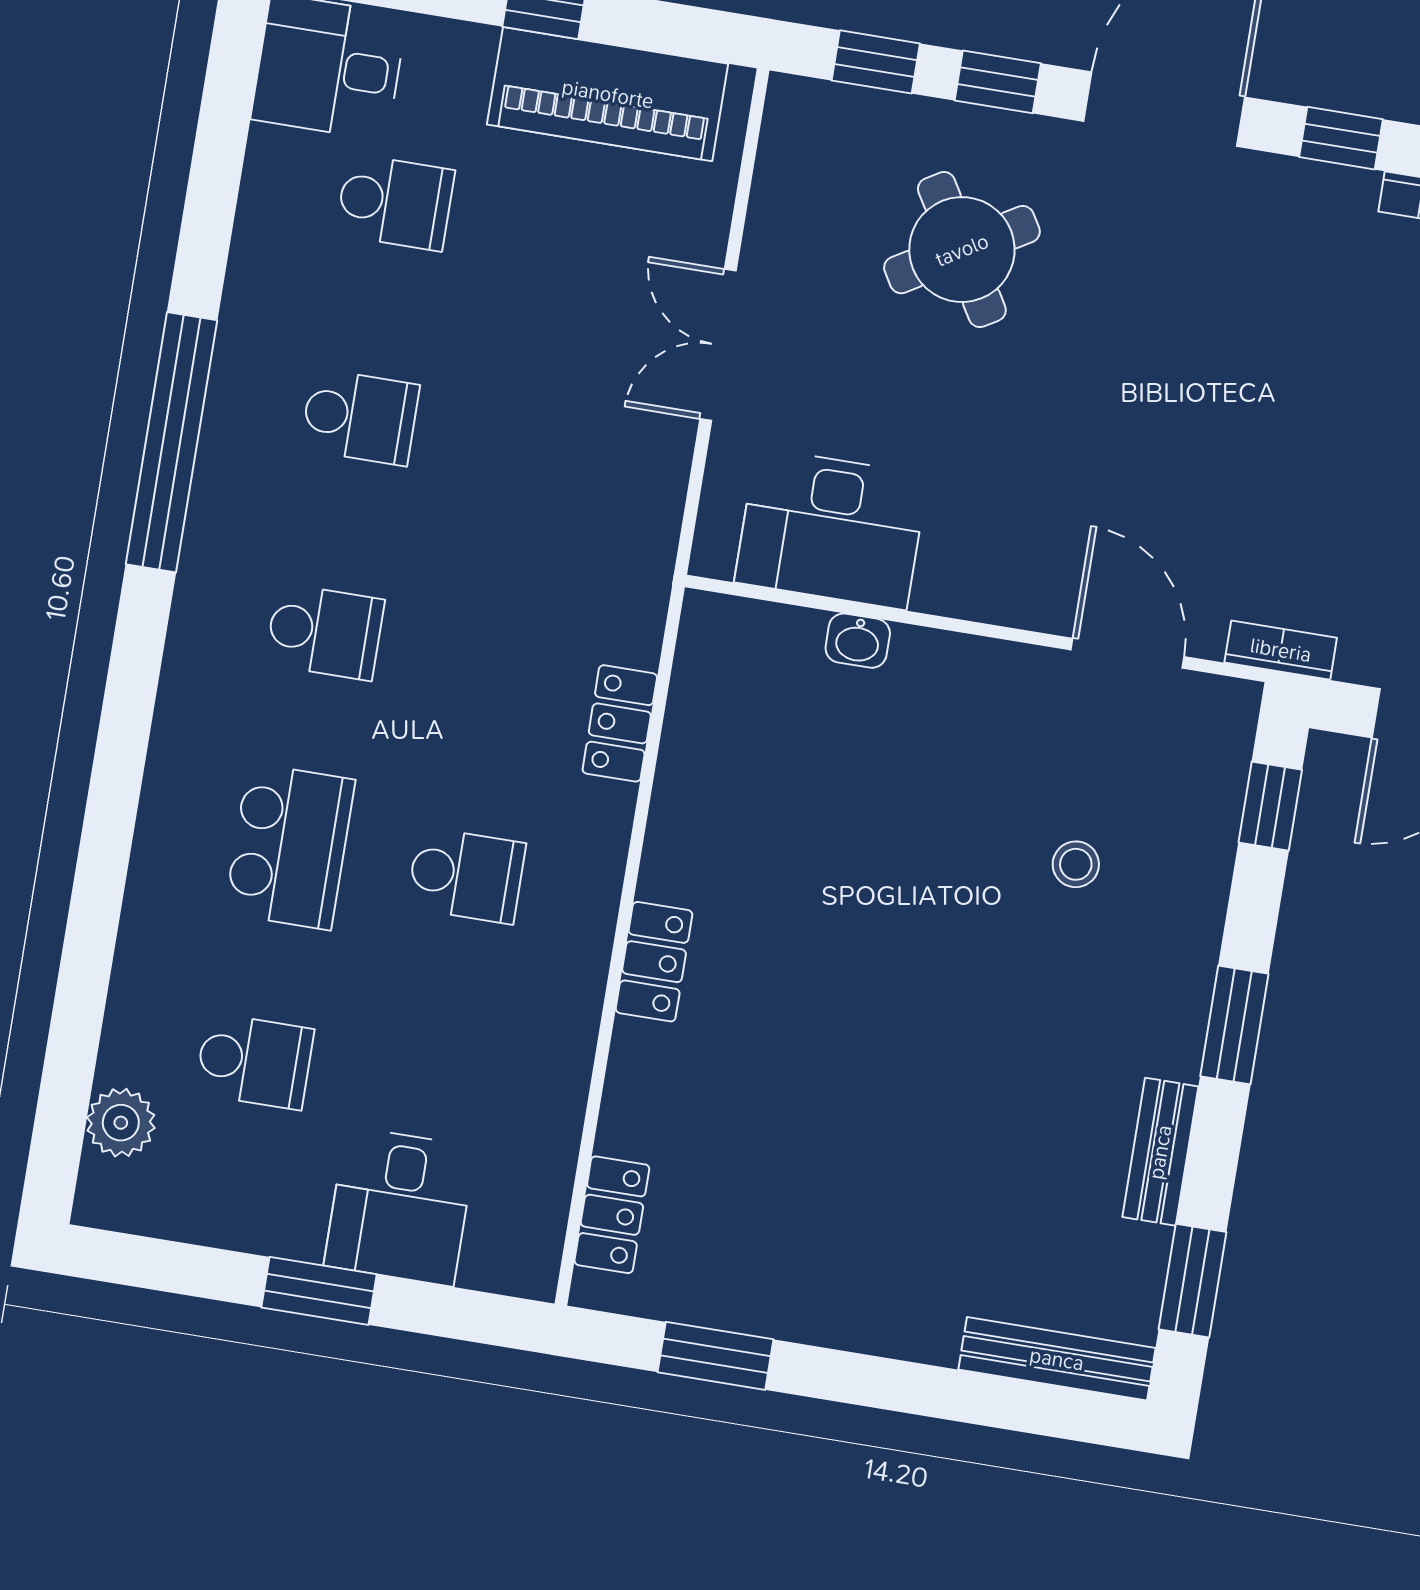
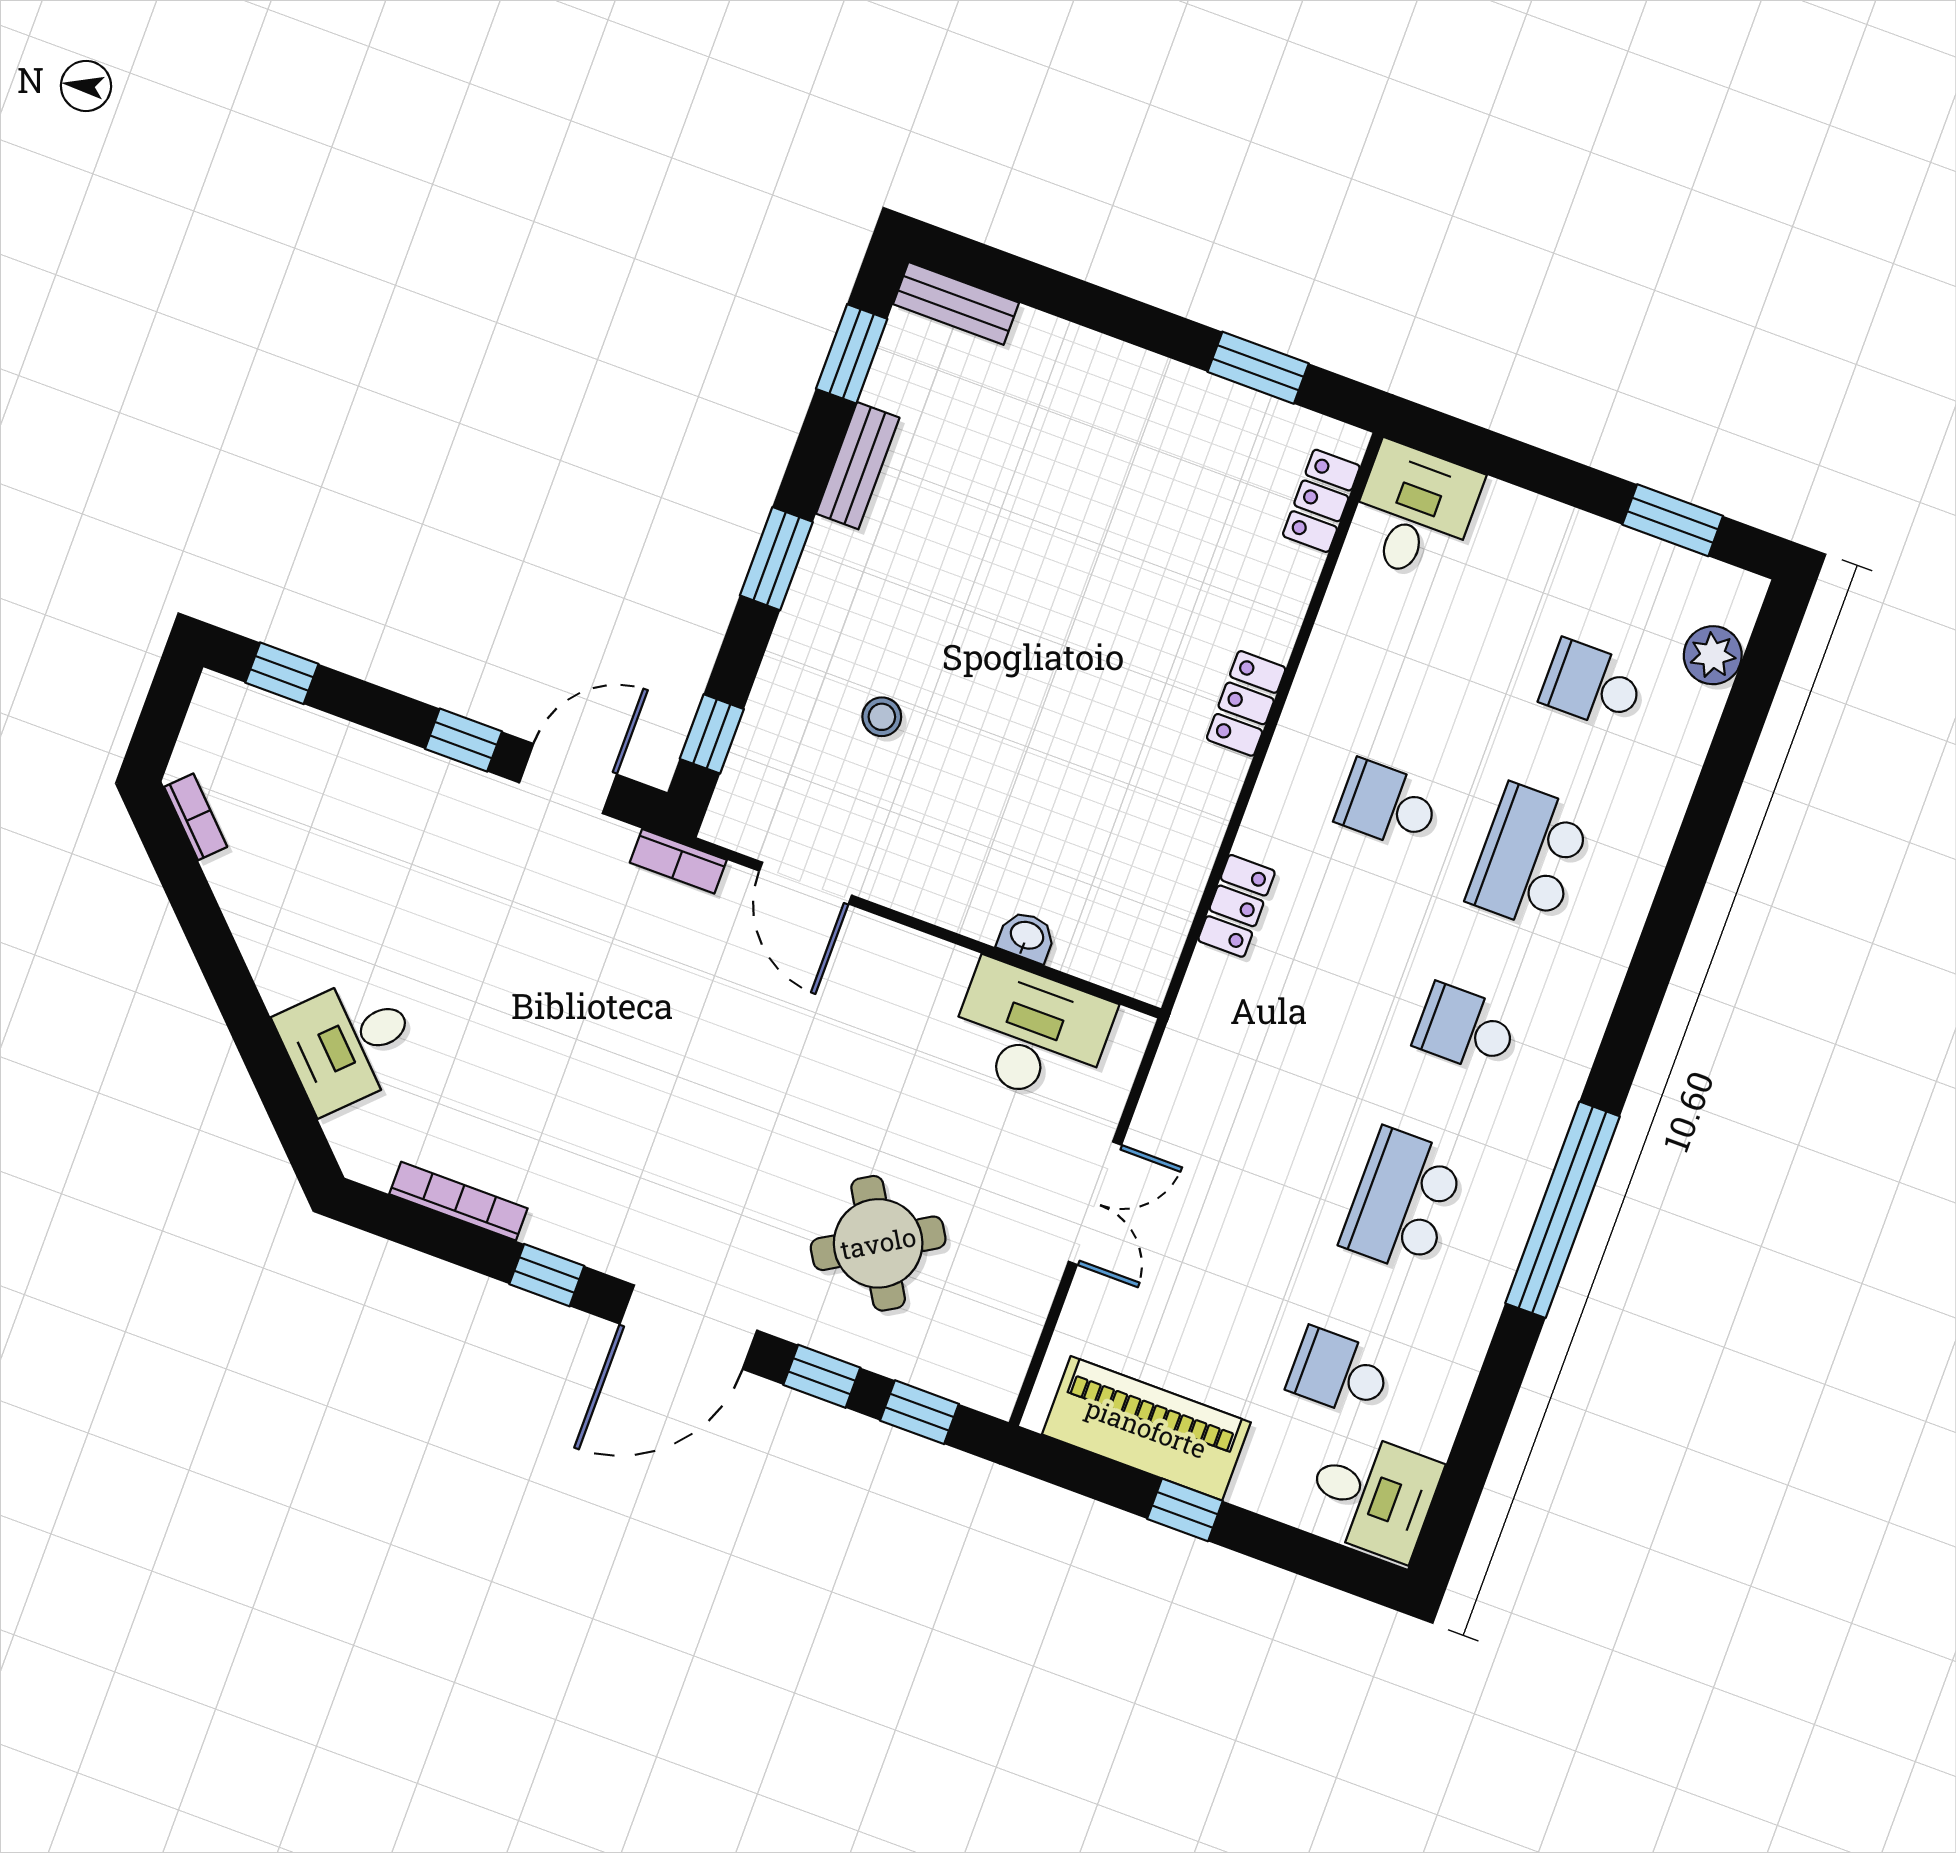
school desk: (360, 417) -> (1403, 1201), width x1.85
desk: (400, 1206) -> (1414, 512), moved
window: (319, 1291) -> (1673, 520), moved
bench: (1057, 1359) -> (956, 303), width x0.73

